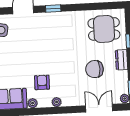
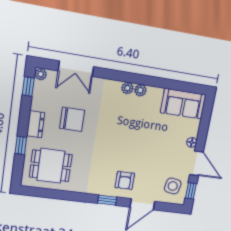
armchair: (42, 82) -> (125, 180), moved
plant: (33, 103) -> (140, 90), moved

